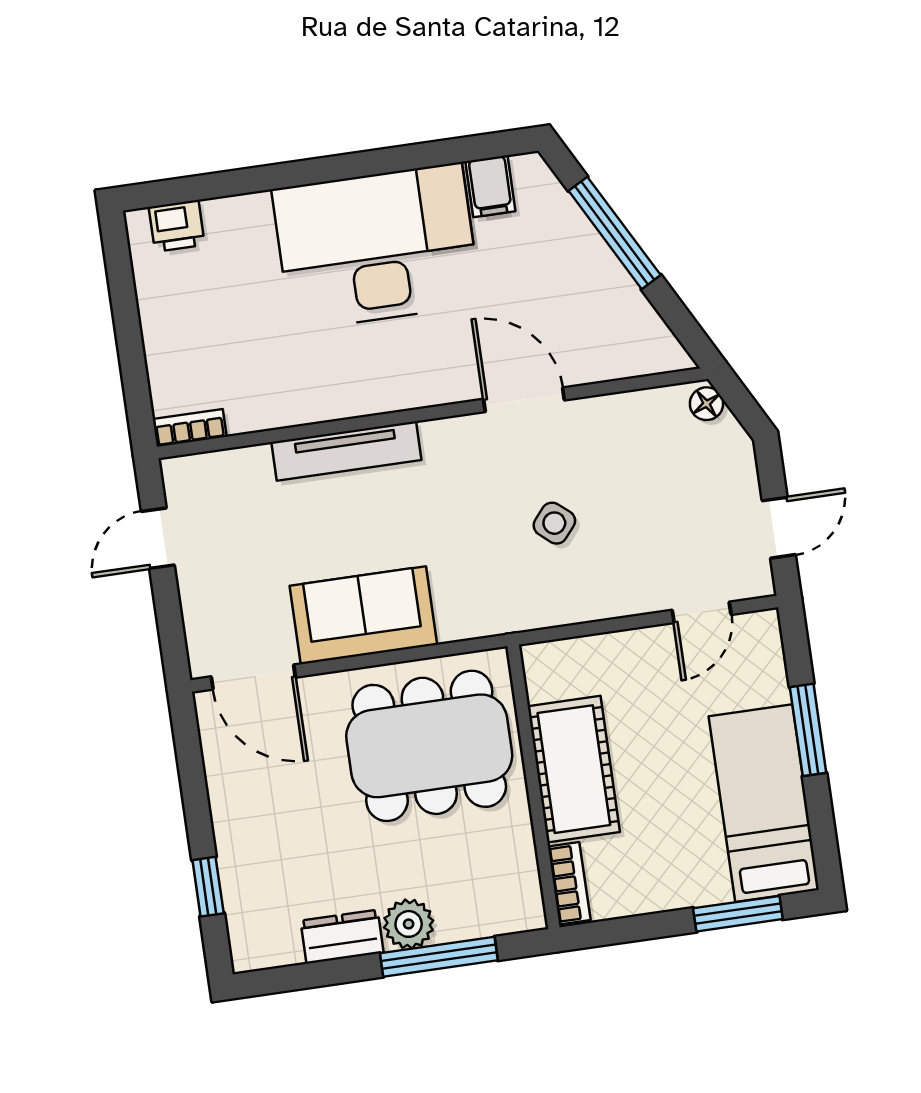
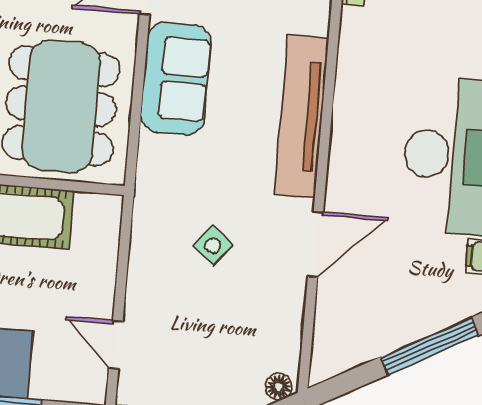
tv unit: (346, 451) -> (301, 116), width x1.36, depth x1.29

